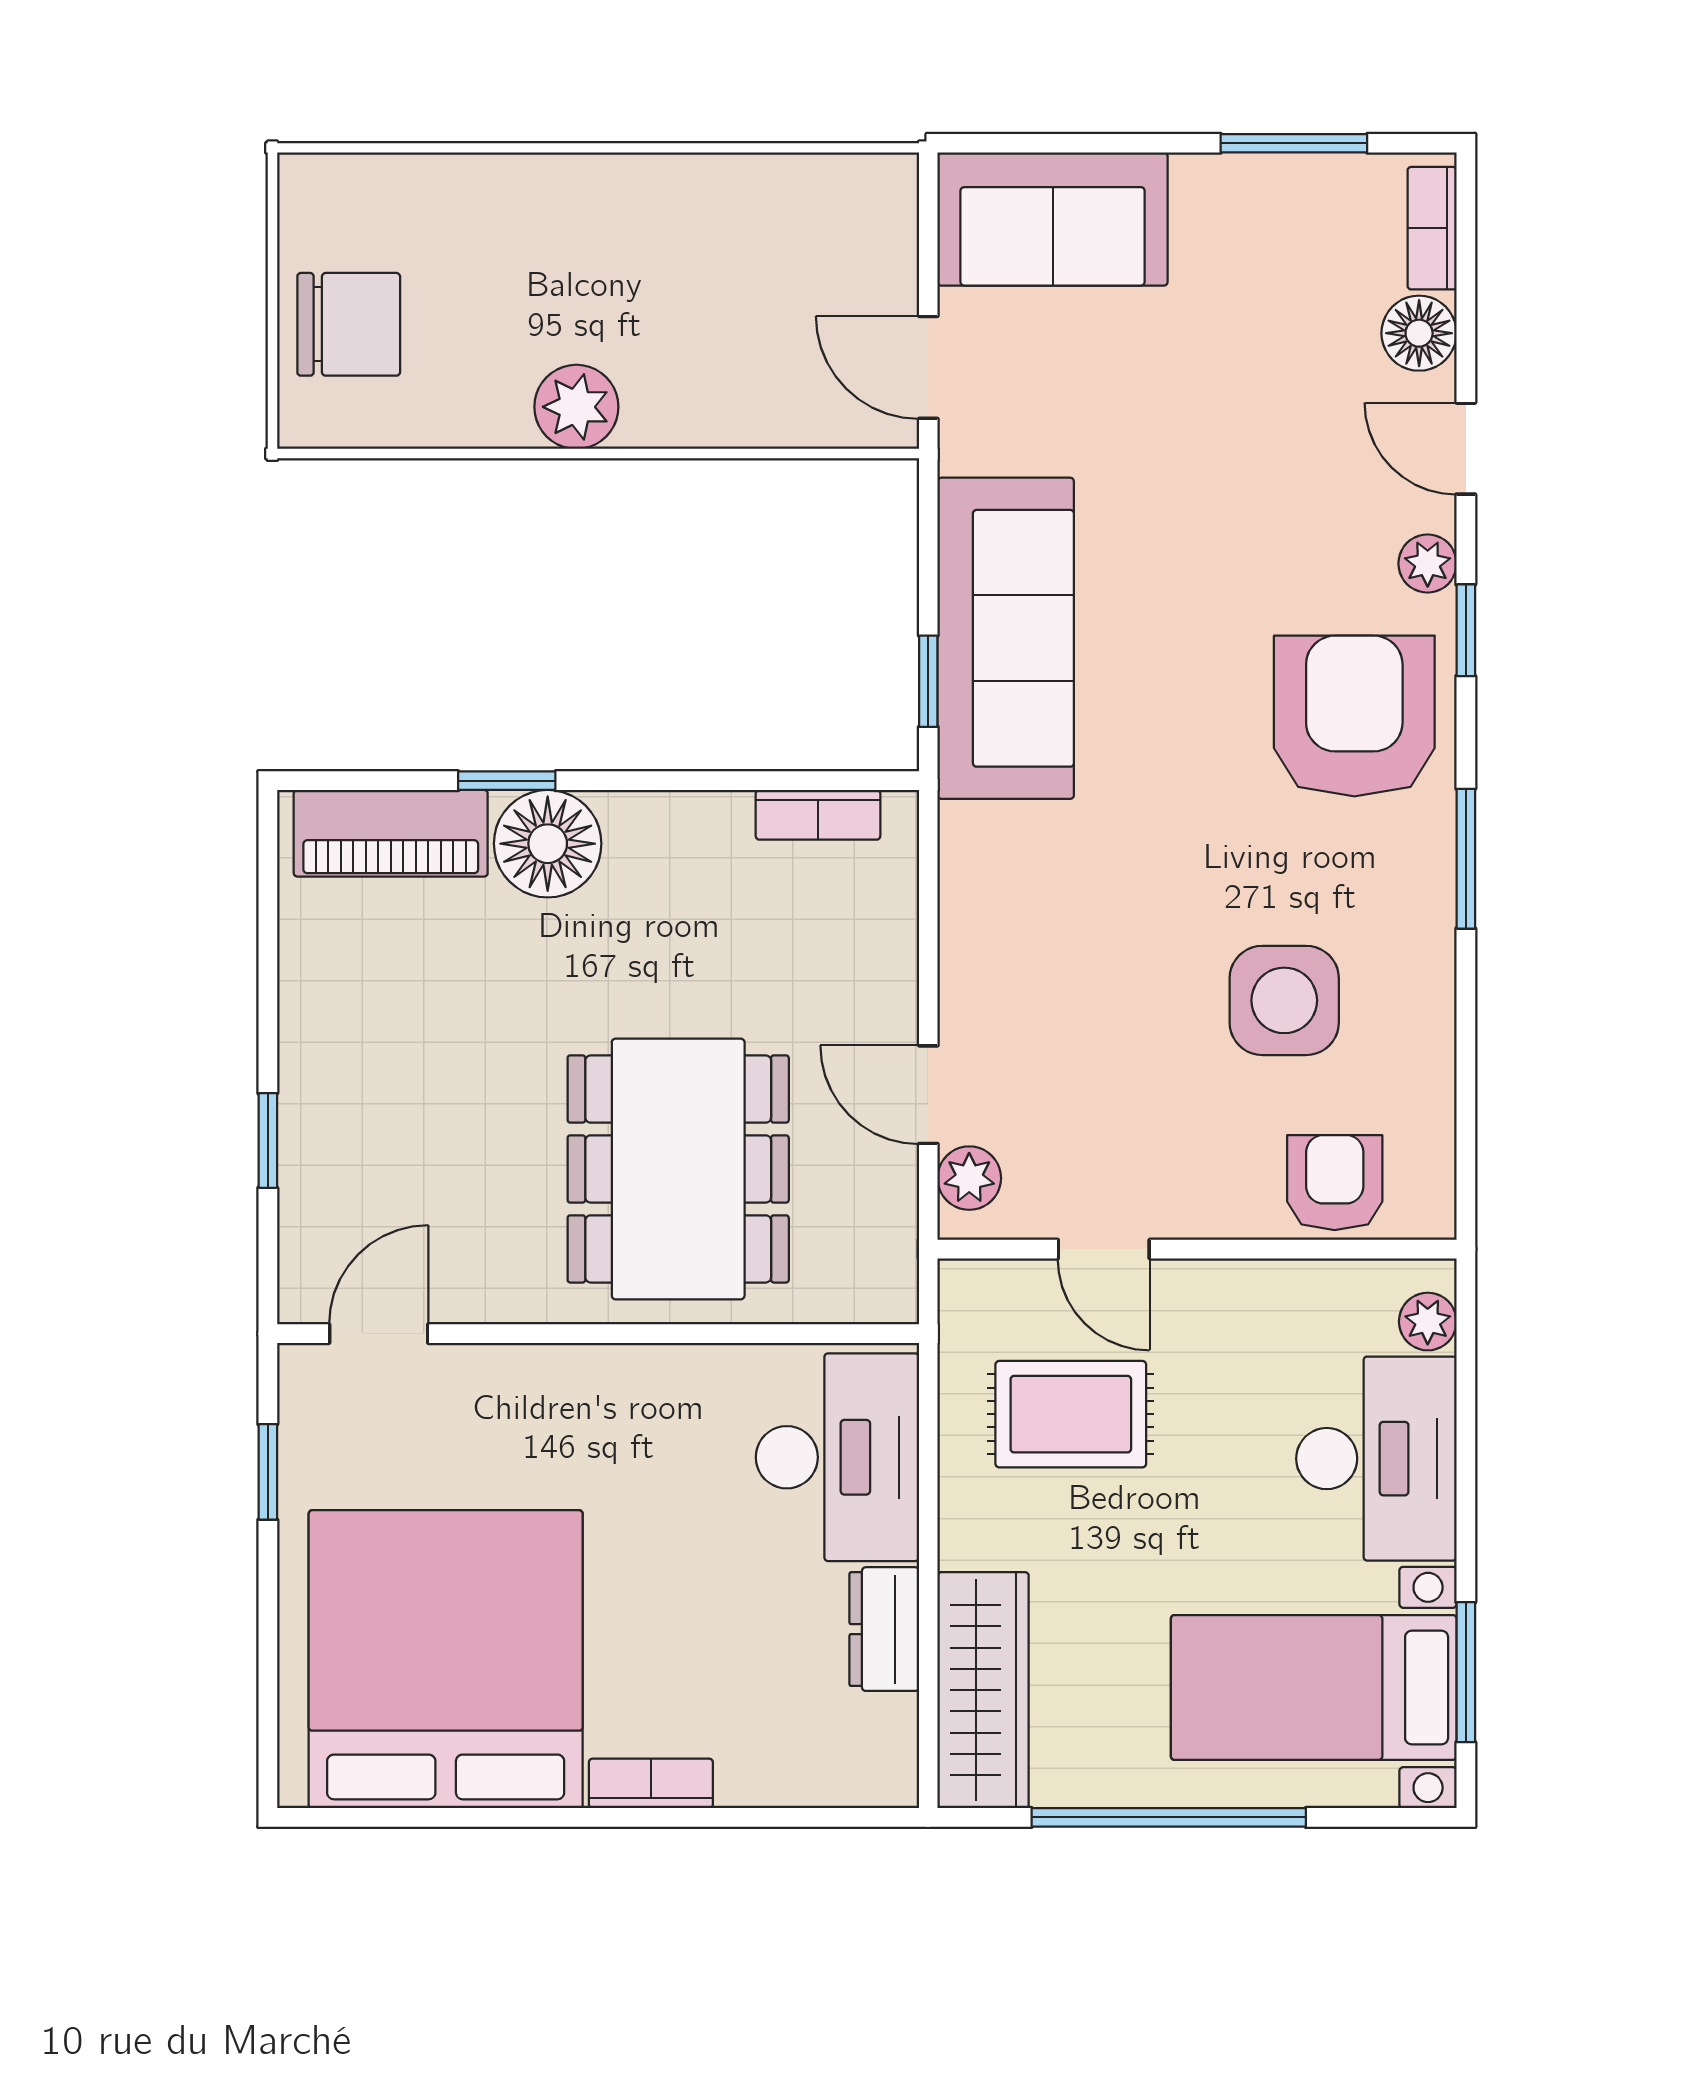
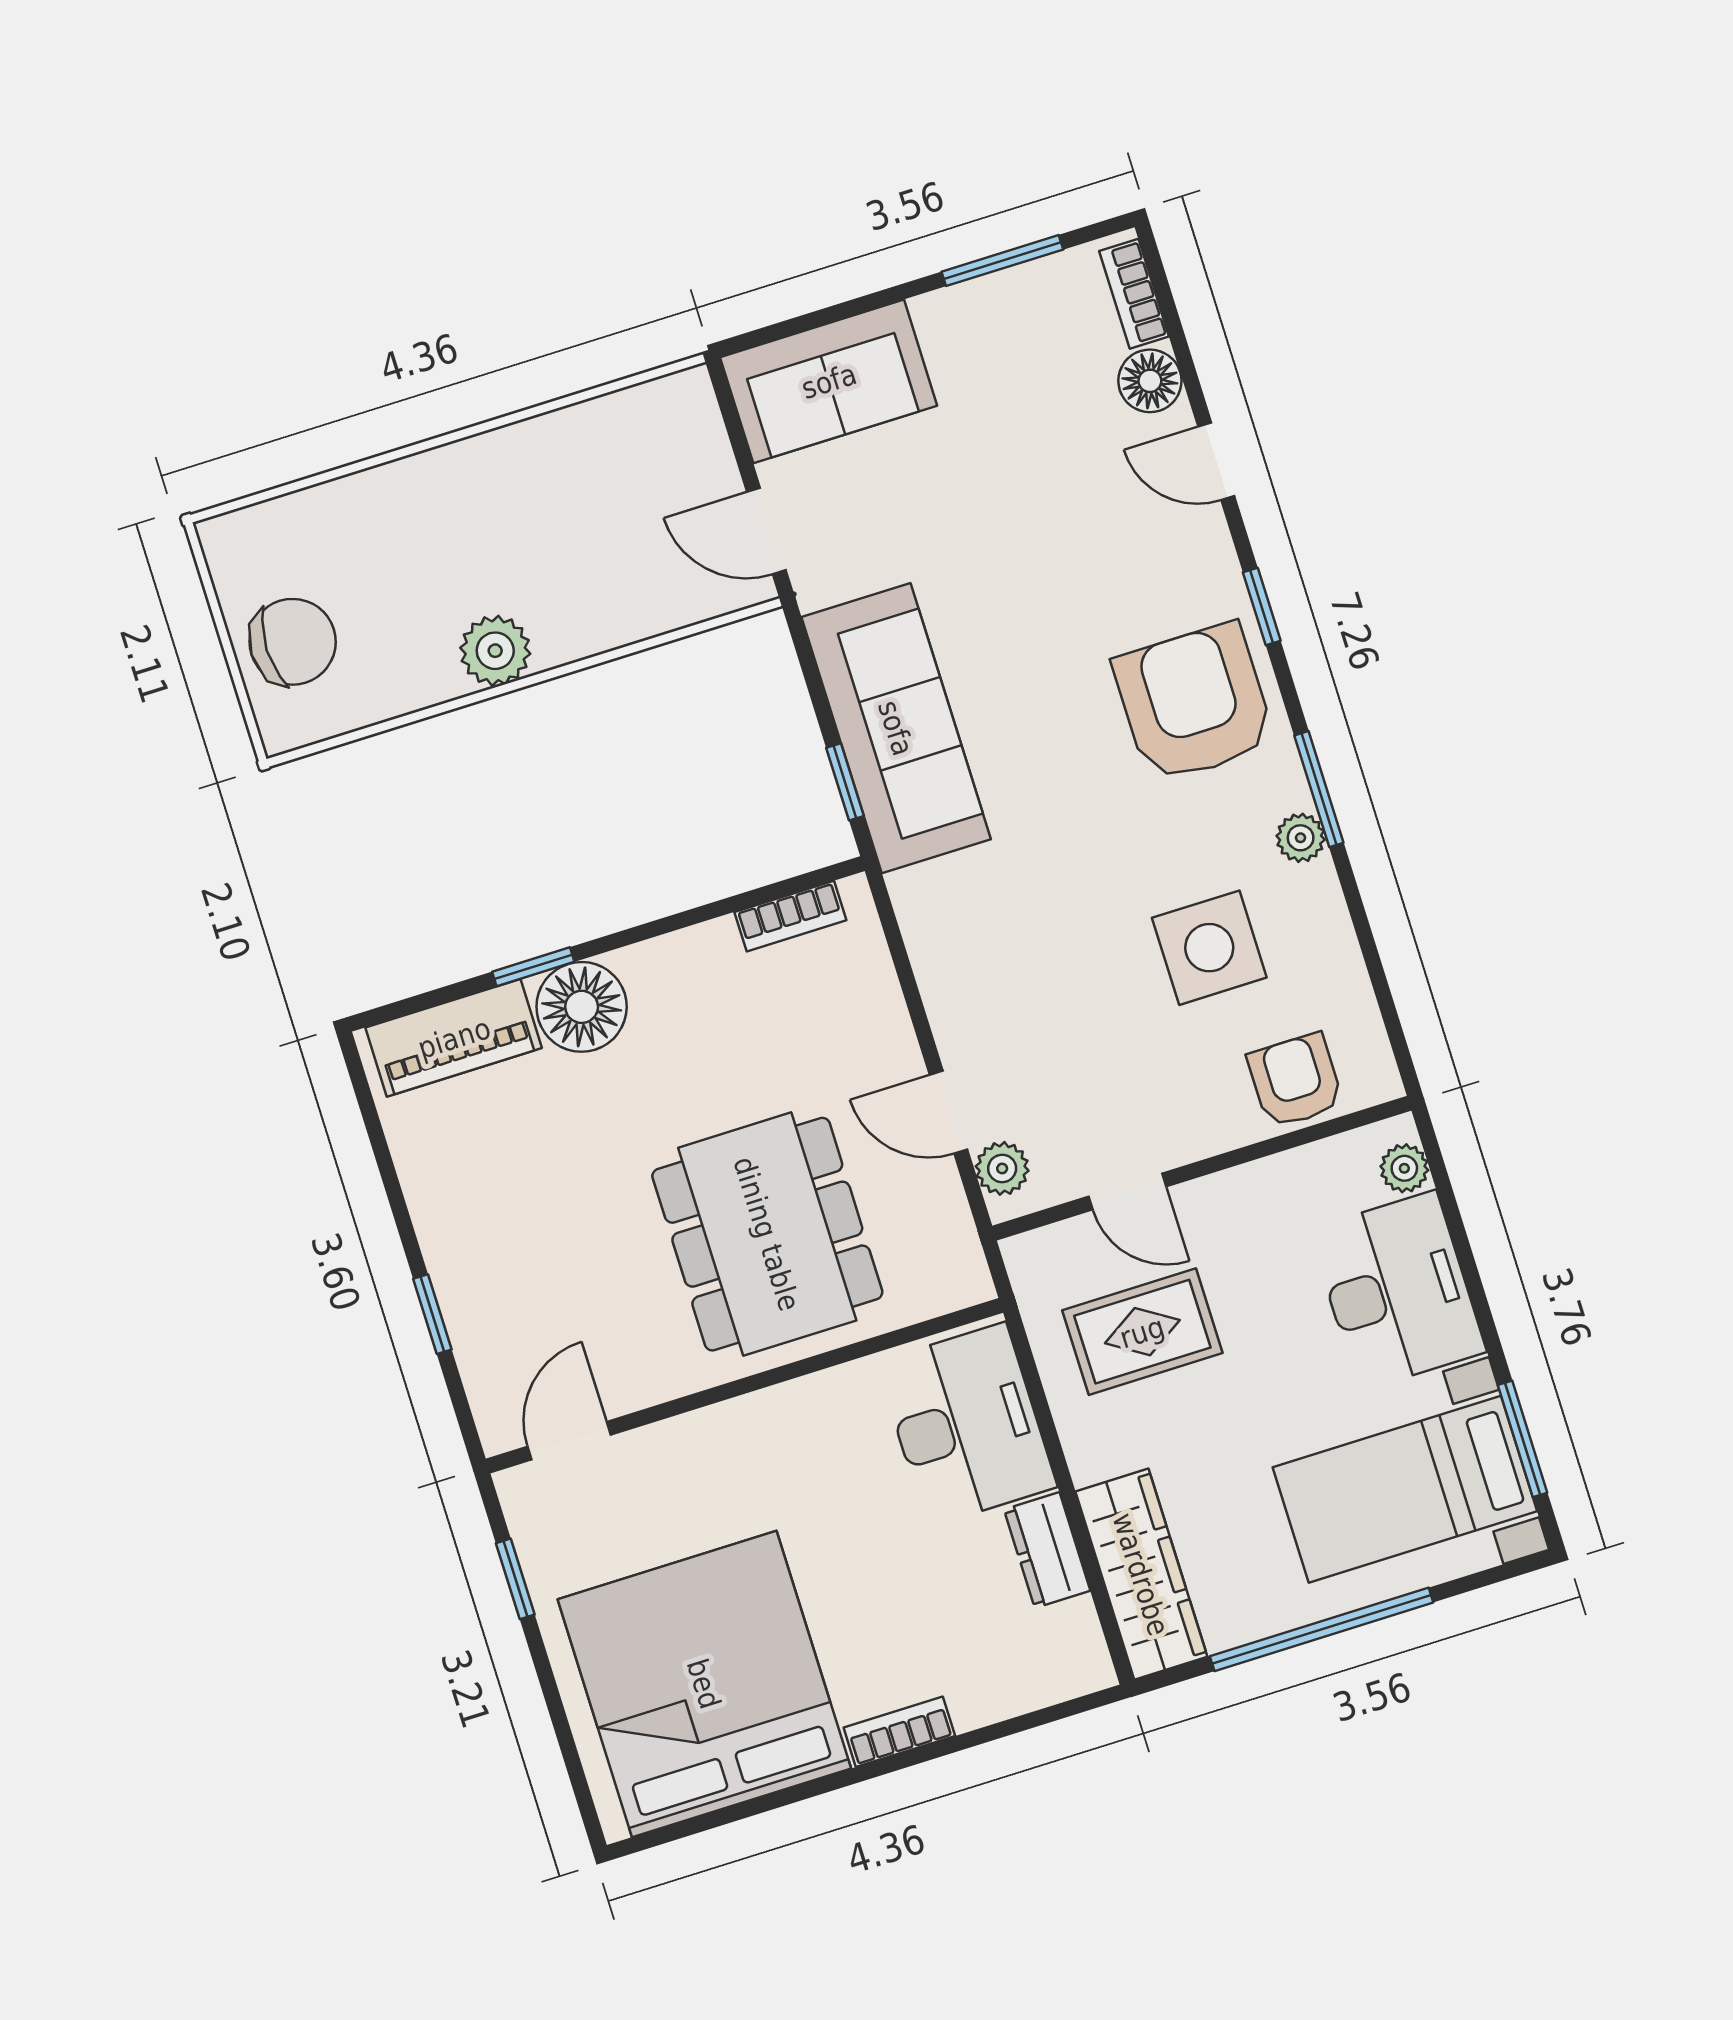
plant: (1428, 564) -> (1301, 838), moved

